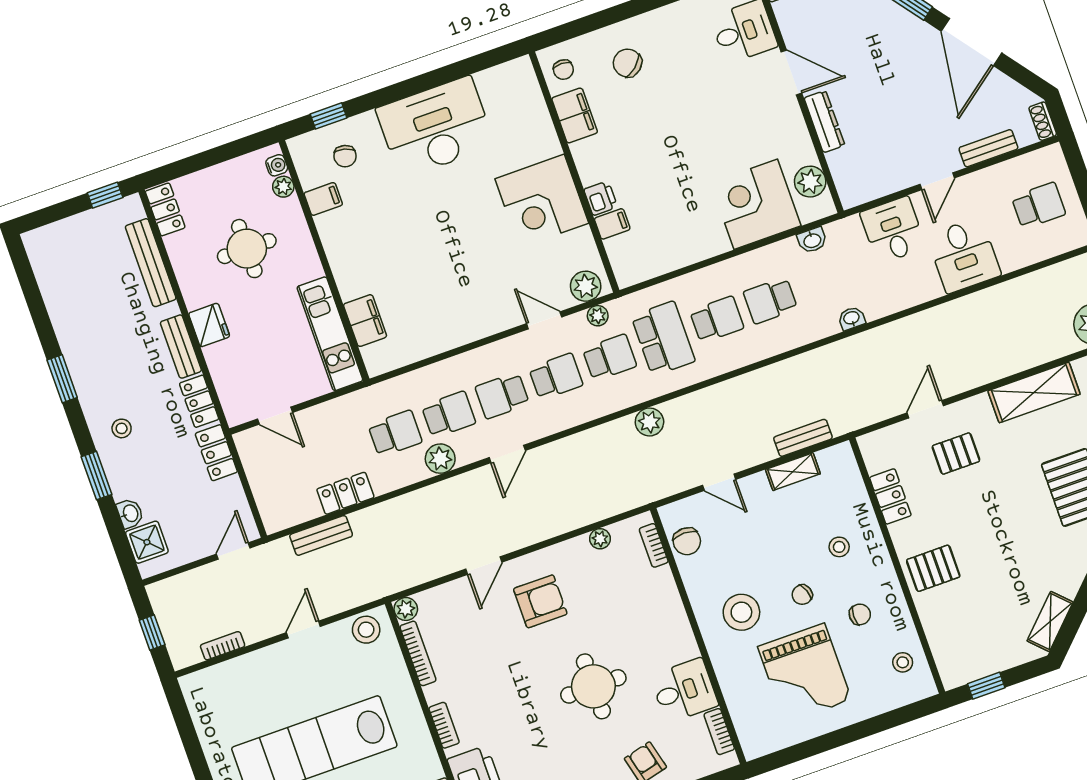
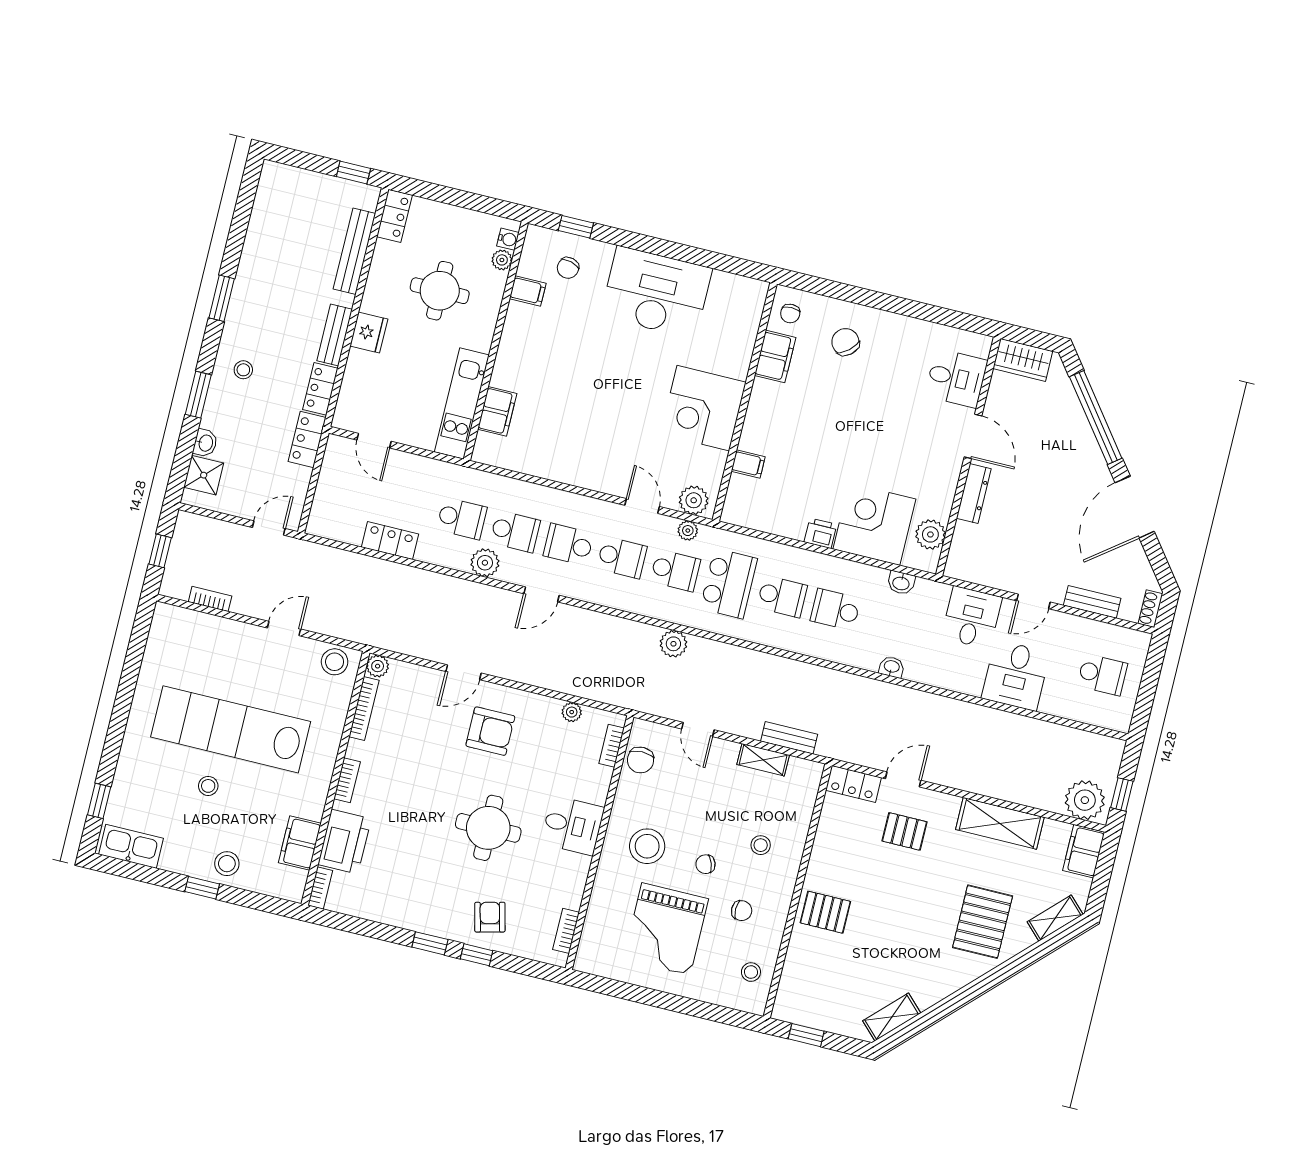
printer: (601, 198) -> (820, 533), moved, turned -90
locker: (890, 496) -> (853, 784), moved, turned 90
bench: (321, 535) -> (348, 562), removed
desk: (684, 690) -> (573, 825), moved

